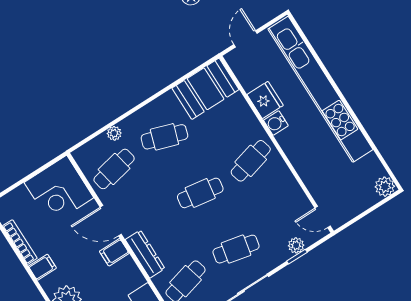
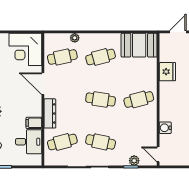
water cooler: (276, 123) -> (165, 128), moved
cafe table: (164, 137) -> (101, 57), turned -33
filing cabinet: (114, 252) -> (34, 123), moved

